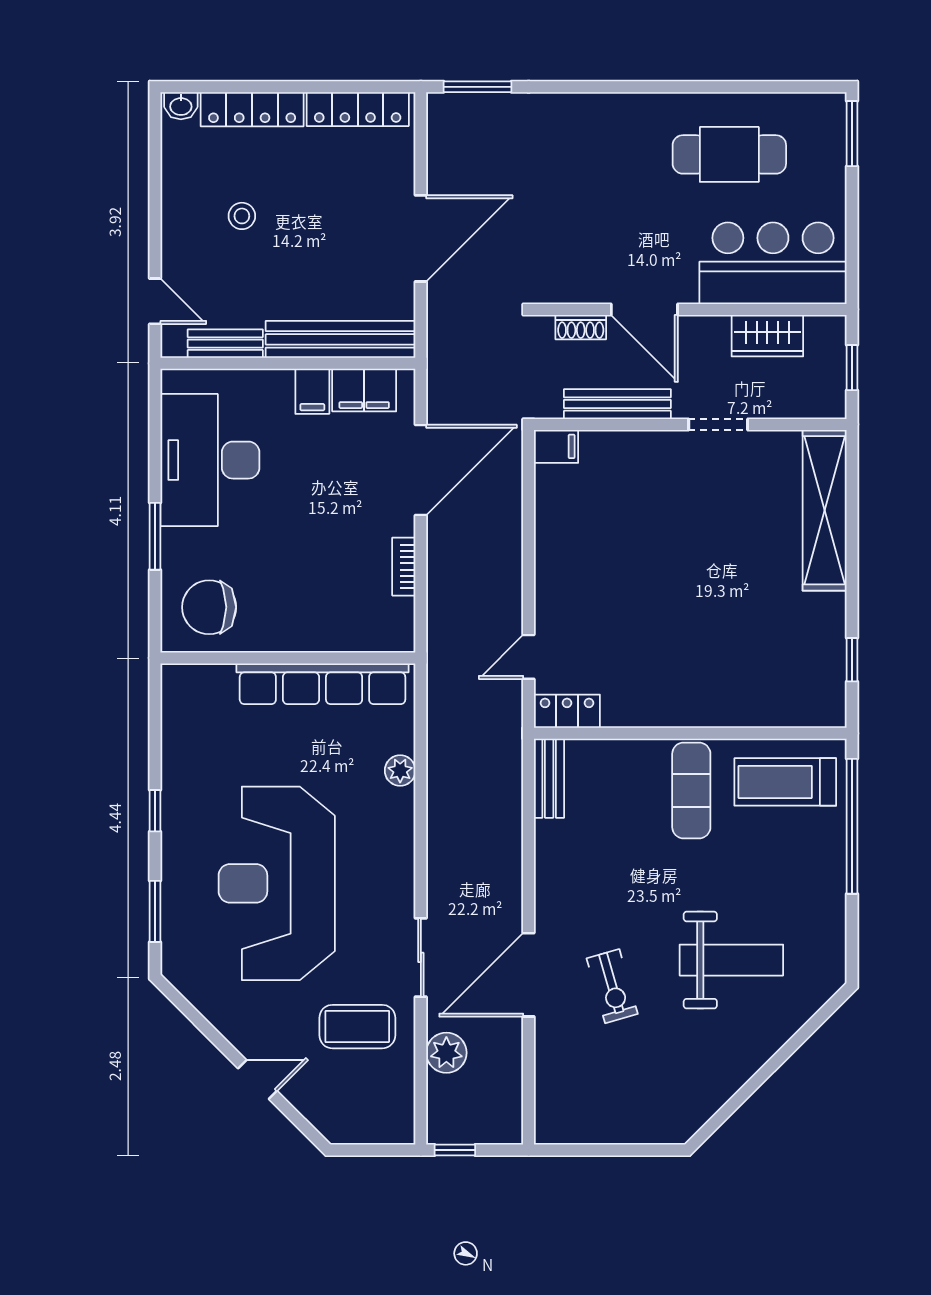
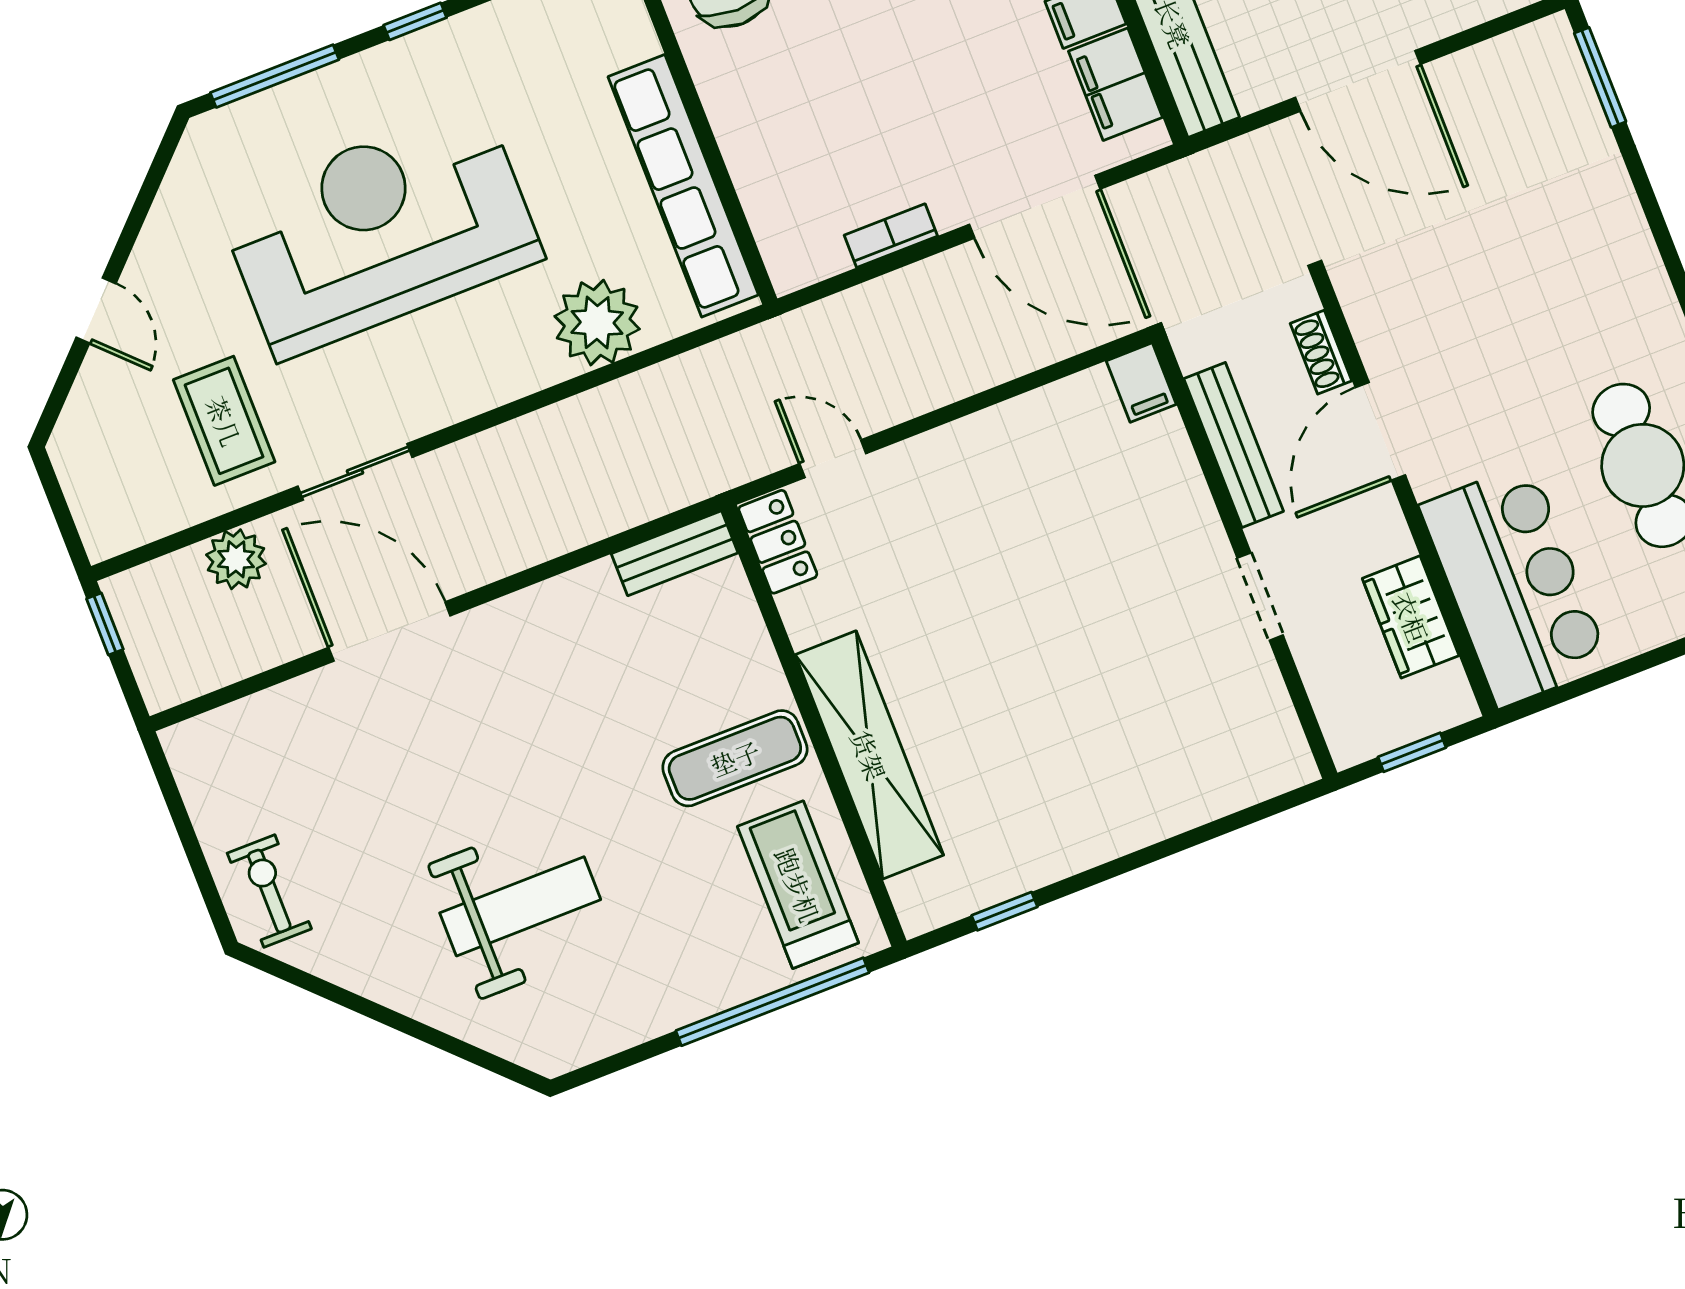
shelving: (825, 510) -> (869, 755), moved, turned 90
plant: (400, 771) -> (597, 323), width x1.87, depth x1.87
window: (155, 911) -> (275, 76), width x1.44
weight bench: (731, 960) -> (520, 906), turned -90
exercise bike: (612, 986) -> (269, 891), moved, turned 106

